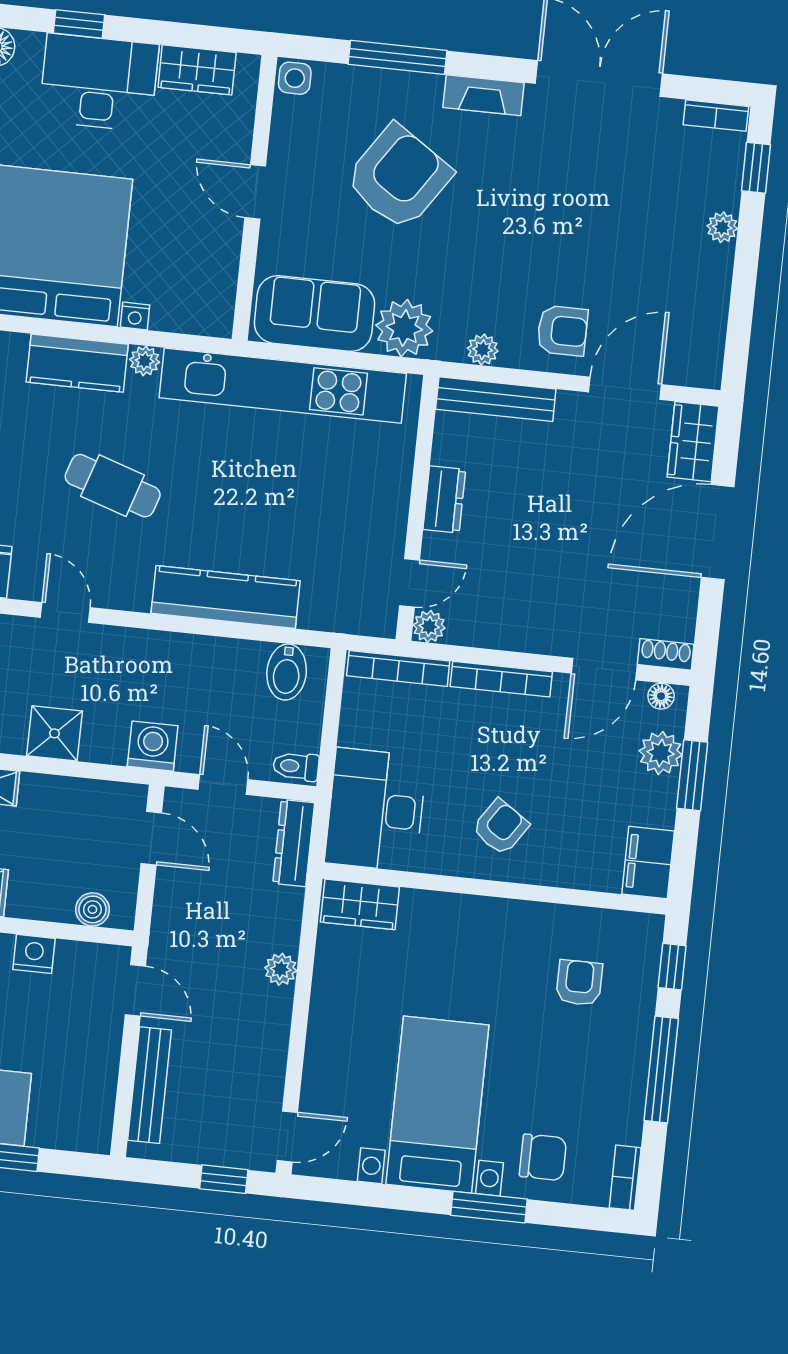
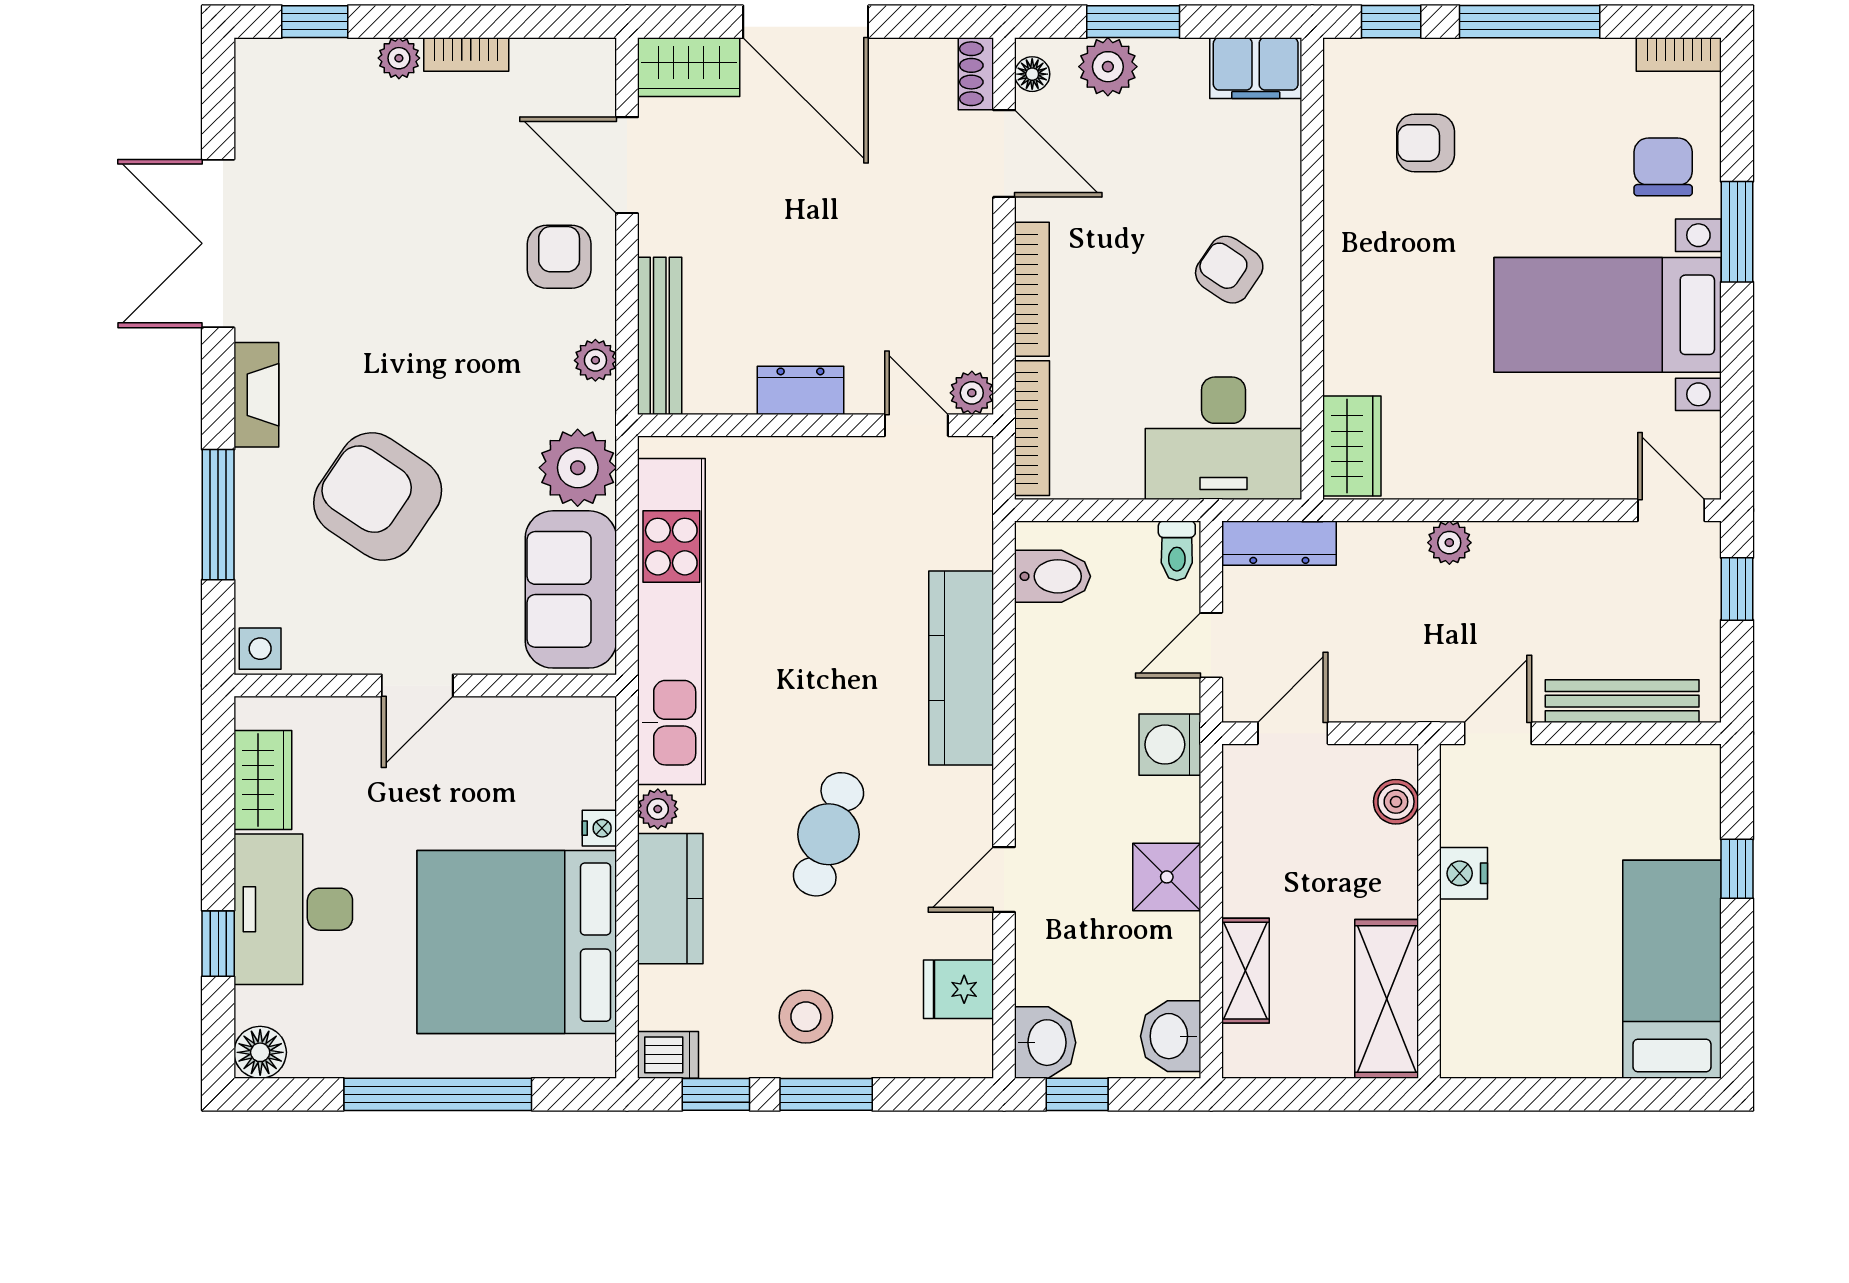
bookcase: (716, 116) -> (466, 54), moved, turned 90

